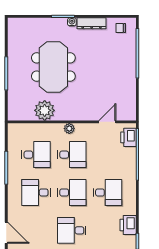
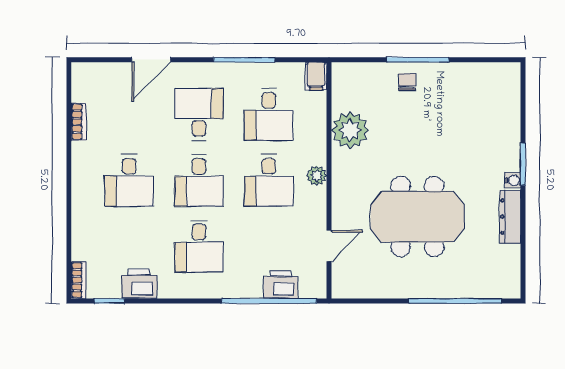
chair: (121, 28) -> (407, 82), moved
meeting table: (53, 67) -> (417, 217), moved
door: (107, 122) -> (329, 246), hinge flipped
filing cabinet: (15, 129) -> (316, 76), added
printer: (128, 137) -> (281, 285), moved
desk: (72, 230) -> (129, 180), turned 180
door: (6, 233) -> (151, 60), moved

